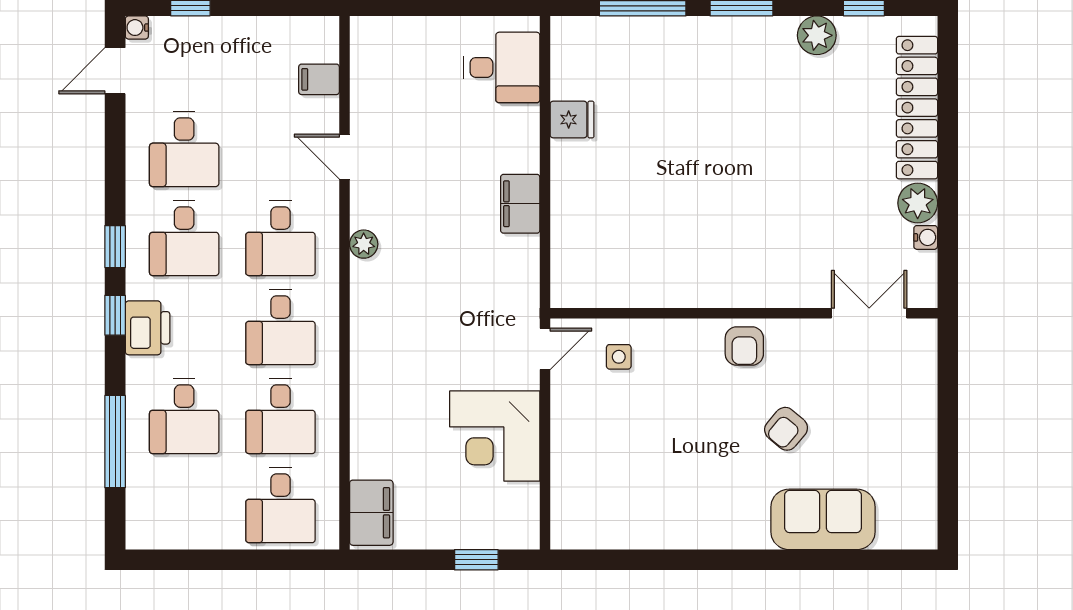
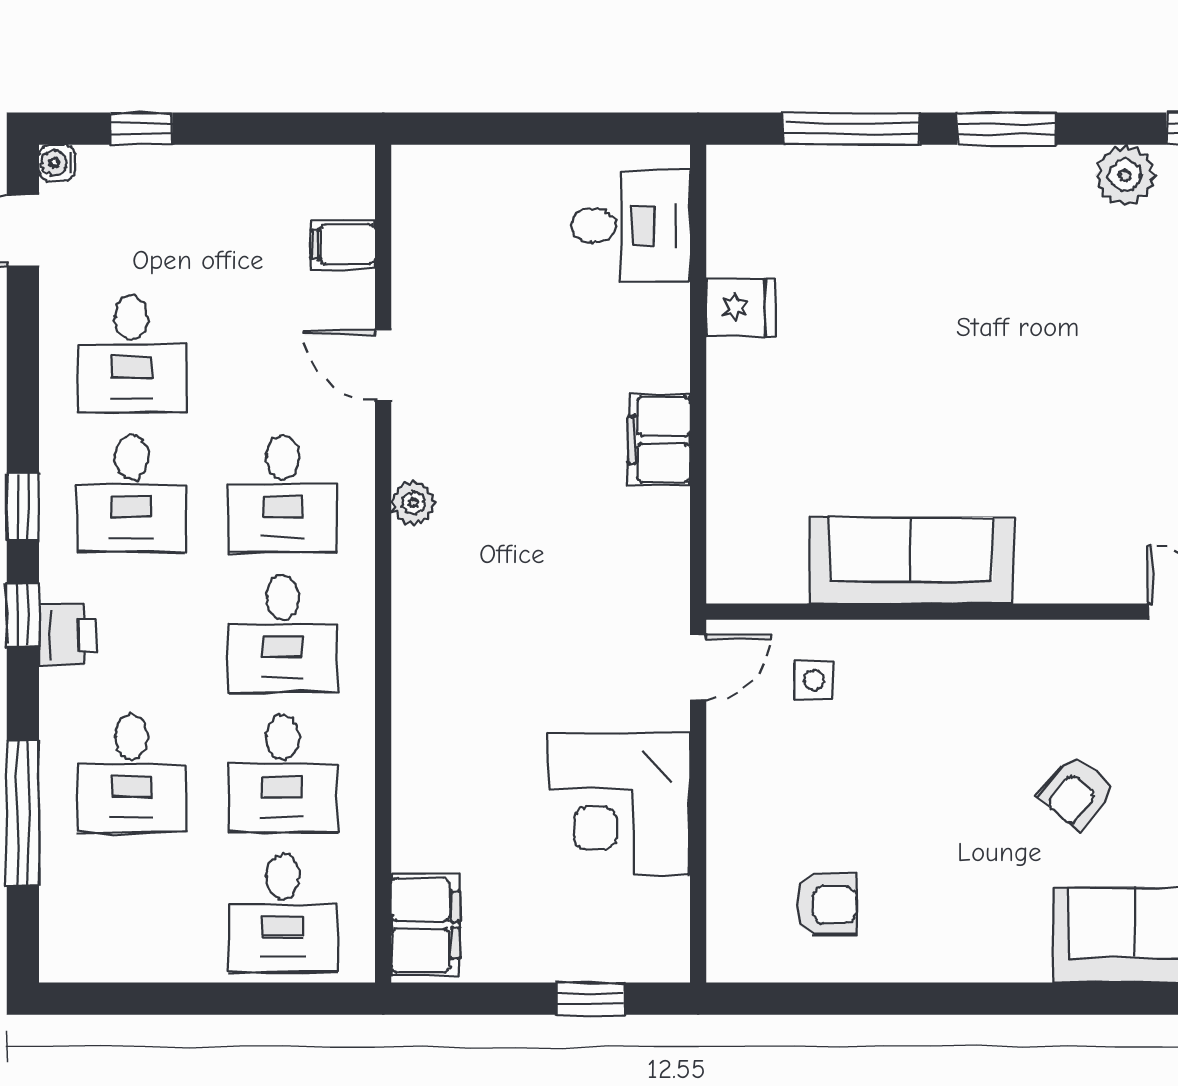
sofa: (681, 281) -> (911, 560), added
printer: (148, 328) -> (67, 634), width x0.73, depth x0.81
armchair: (744, 346) -> (826, 905), moved, turned -90

